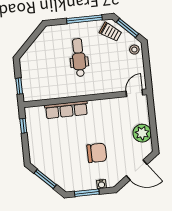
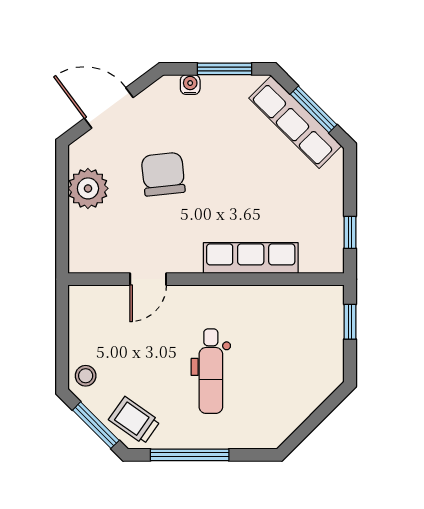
door: (134, 93) -> (148, 279), moved
chair: (97, 153) -> (163, 174), moved, turned 84
row of seats: (53, 172) -> (295, 122), added

